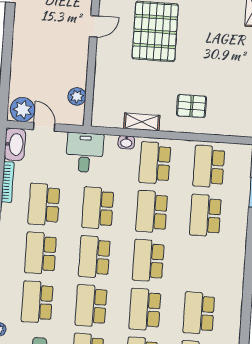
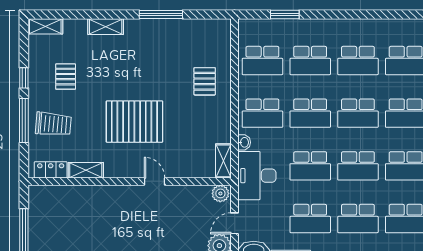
door: (94, 26) -> (155, 181), moved
plant: (77, 96) -> (220, 193), moved
shelving: (142, 122) -> (223, 161), moved
desk: (85, 152) -> (257, 176), width x1.37
school desk: (202, 264) -> (358, 61), added

